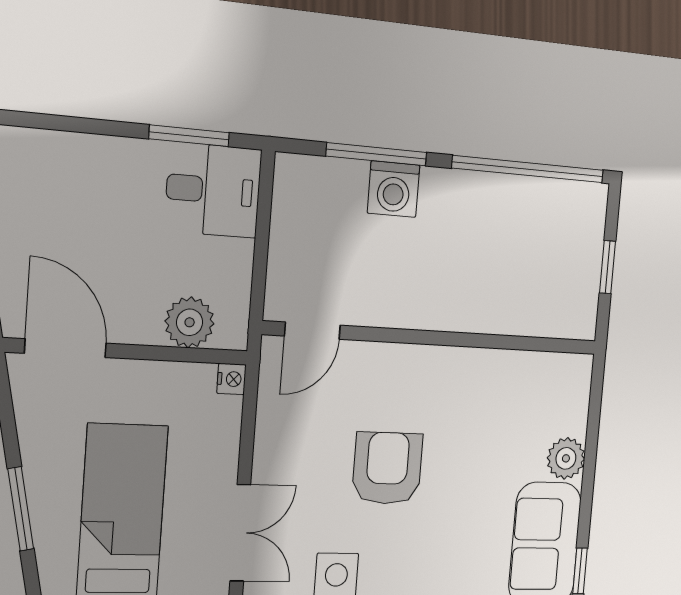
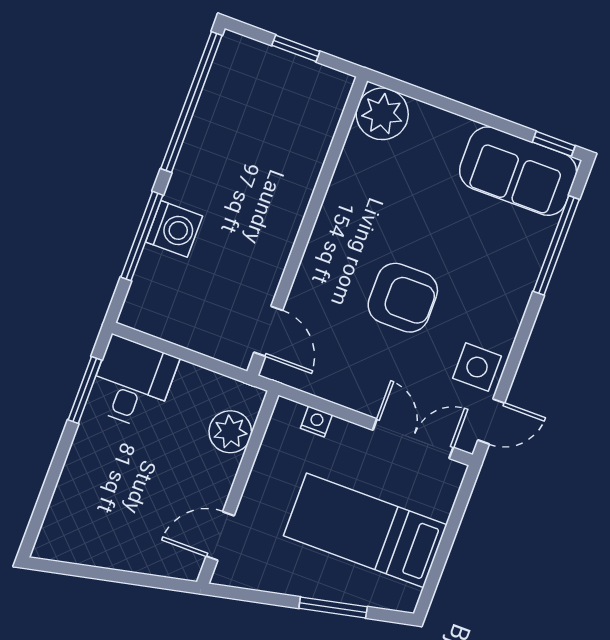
door: (66, 348) -> (220, 536), width x0.73
nightstand: (231, 379) -> (316, 422), moved
plant: (566, 458) -> (382, 114), moved, width x1.36, depth x1.36
armchair: (387, 468) -> (403, 298), turned 180

